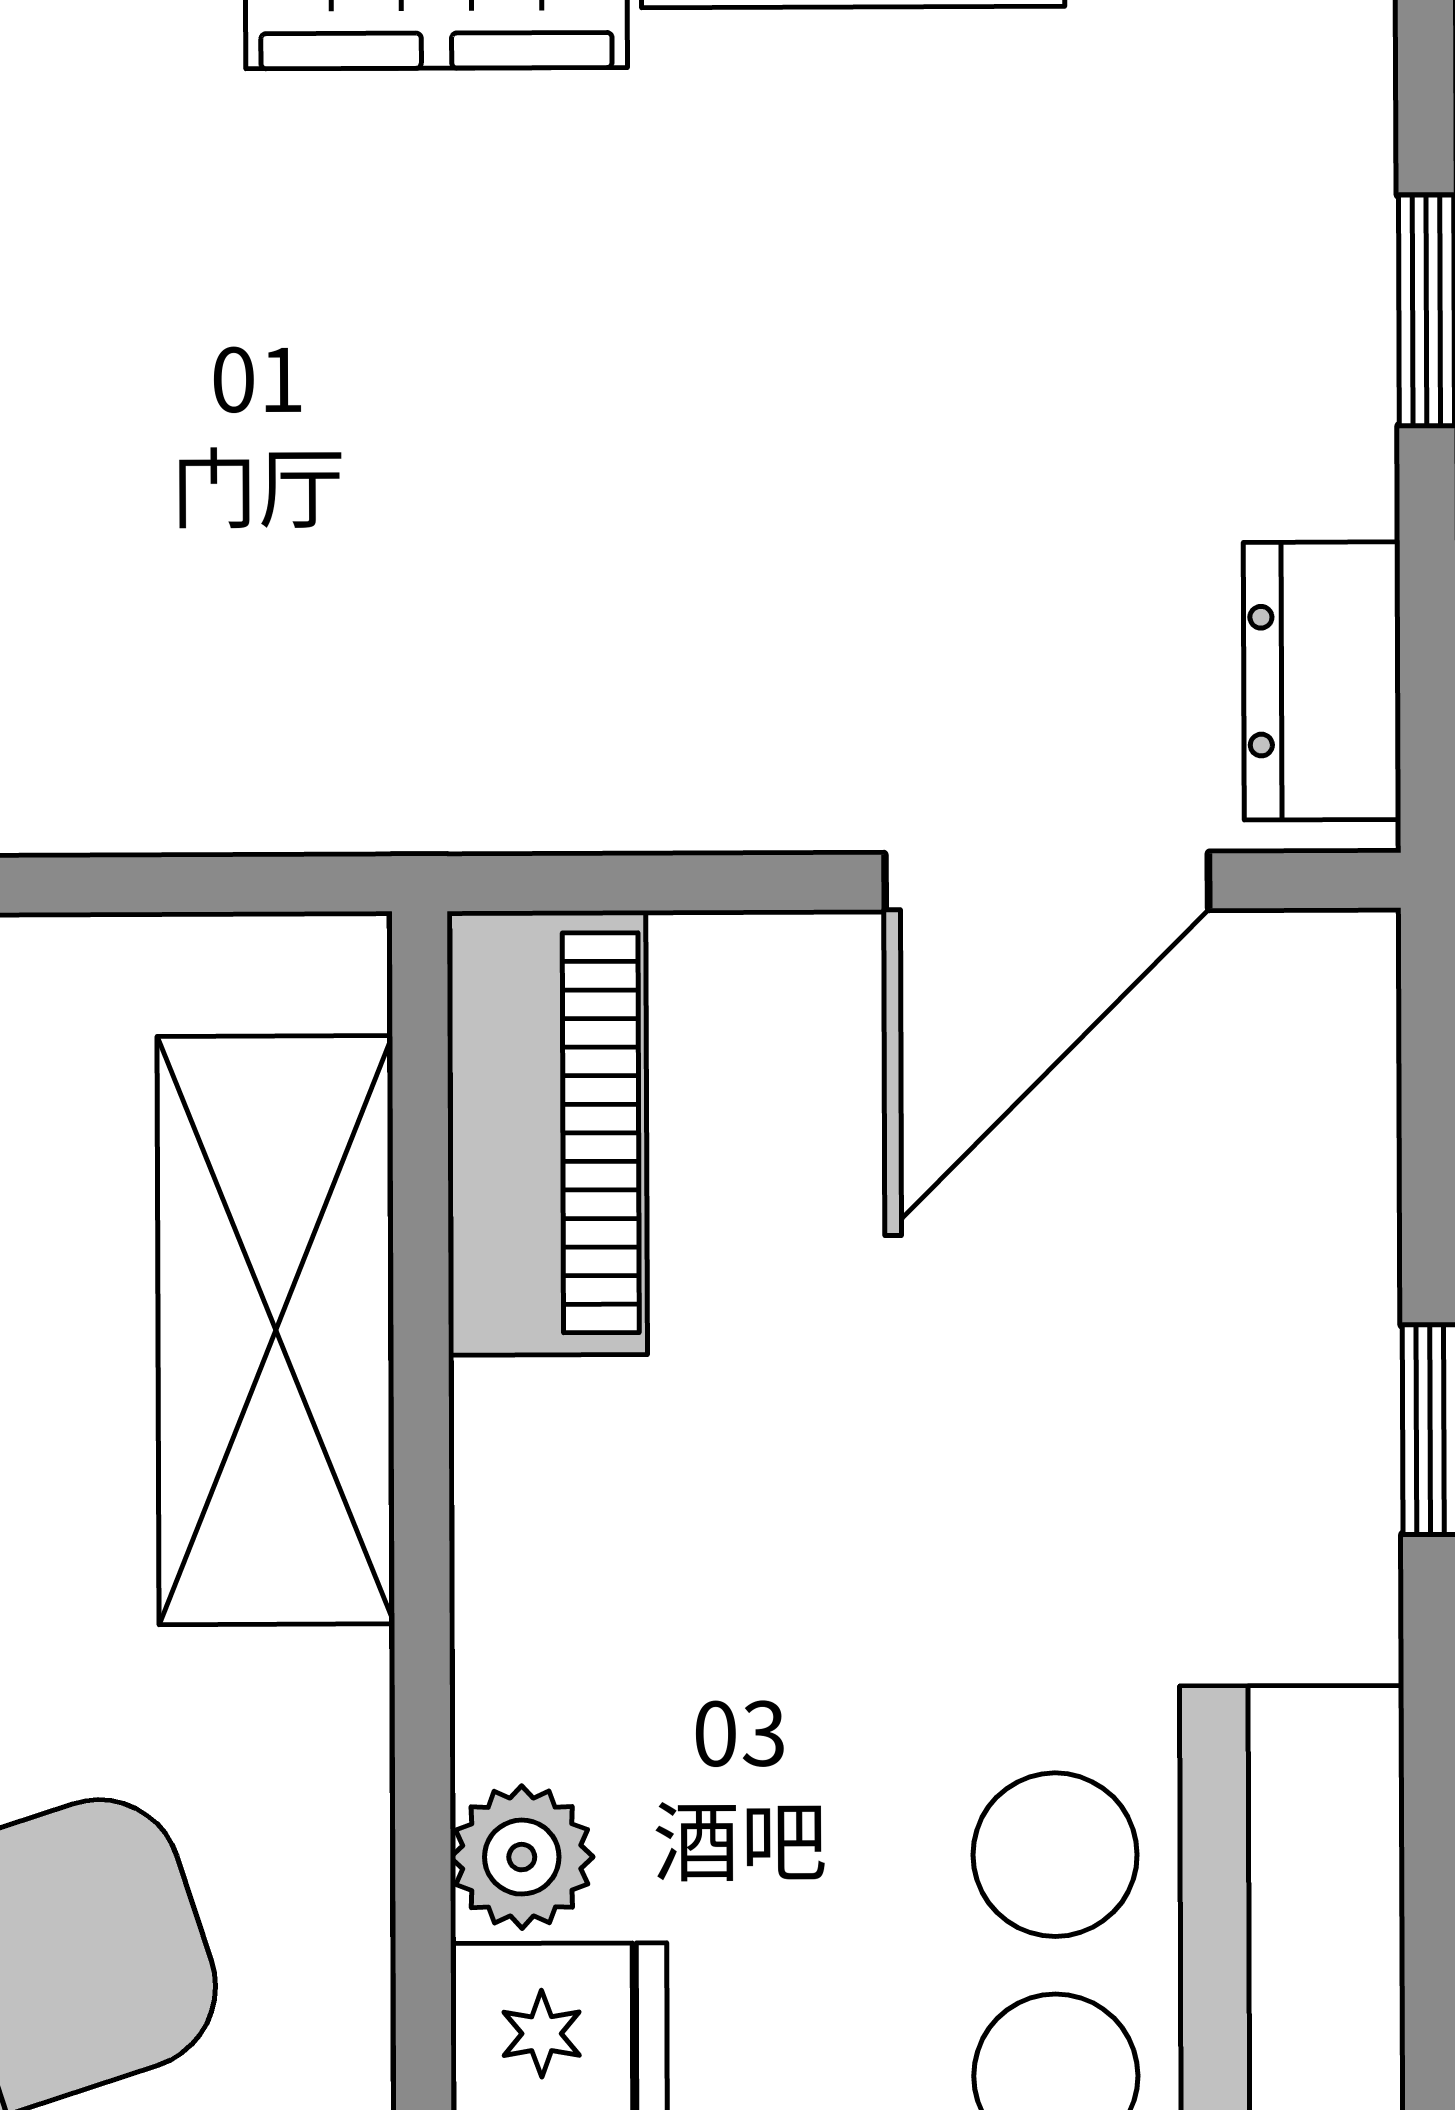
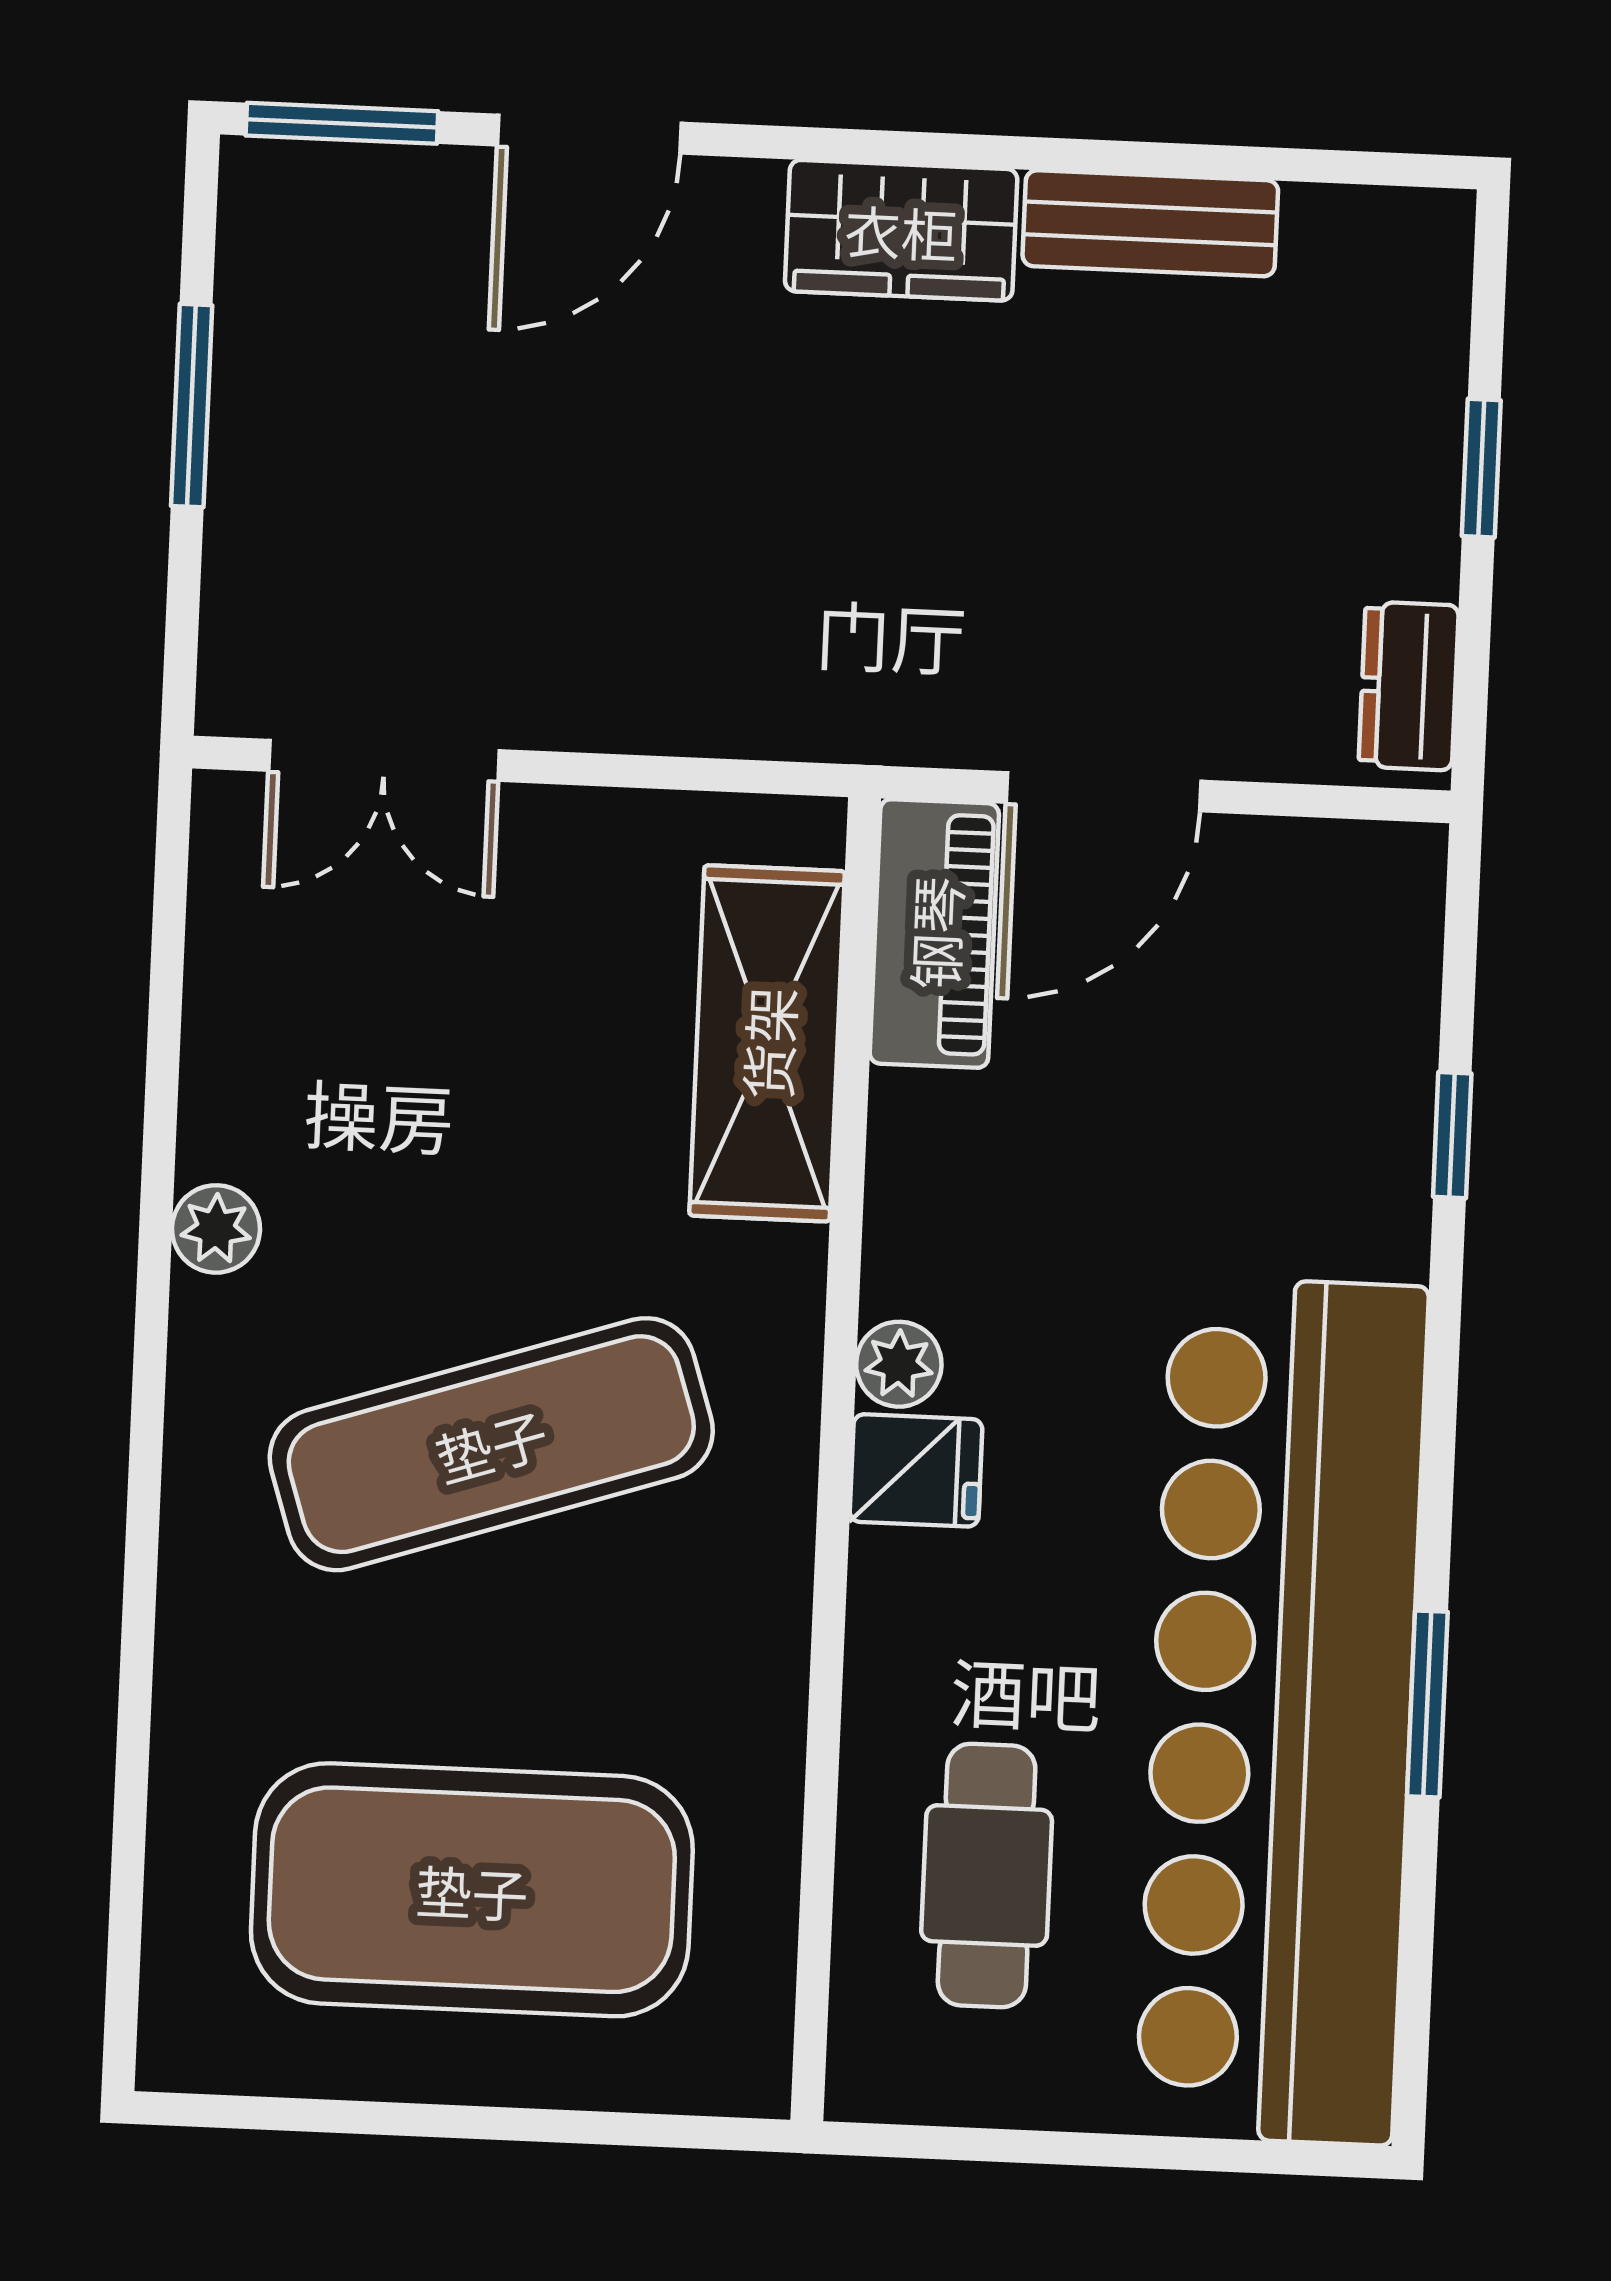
door: (1047, 881) -> (1104, 792), moved

